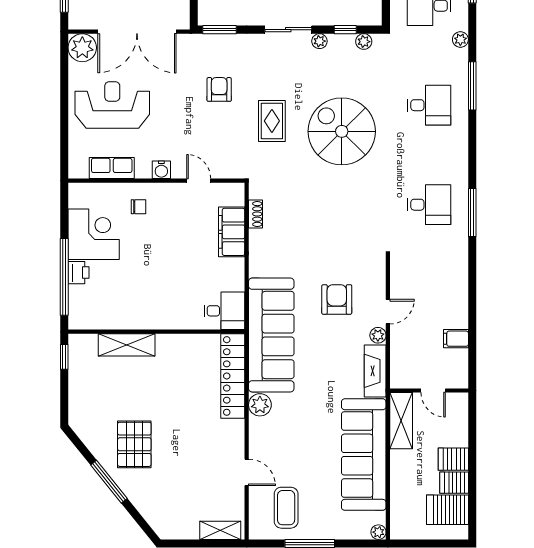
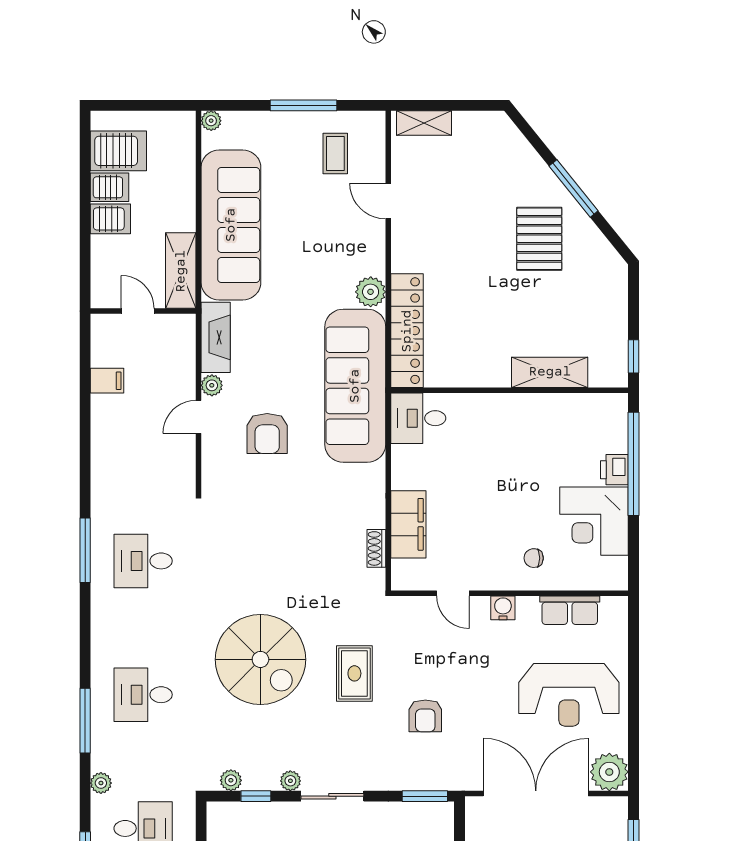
coffee table: (286, 508) -> (335, 154), width x0.73, depth x0.77

